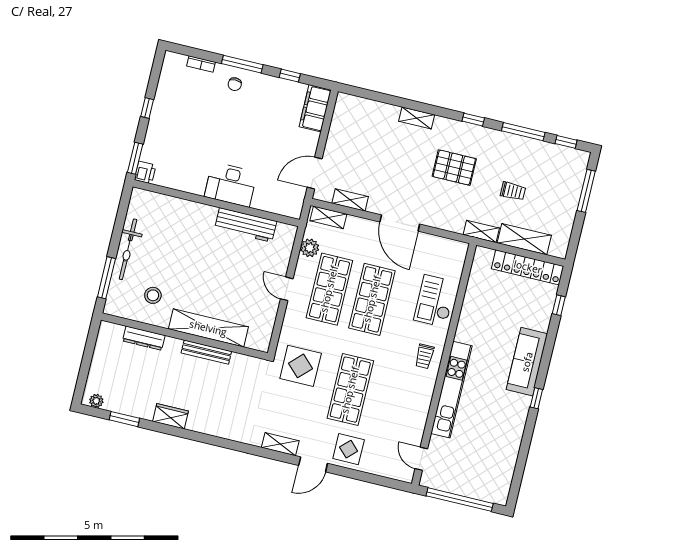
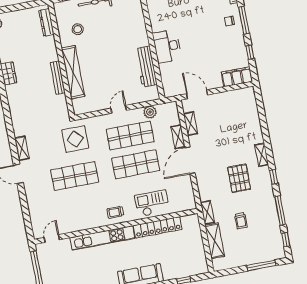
shelving: (417, 118) -> (262, 155), moved
shelving: (328, 217) -> (178, 137), moved
locker: (528, 267) -> (158, 227), moved, turned -90
dresser: (144, 338) -> (46, 22), moved
display table: (349, 449) -> (38, 191), removed

